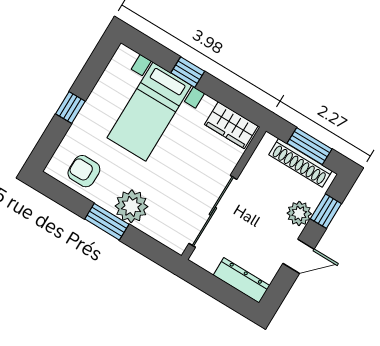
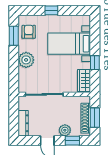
window: (188, 72) -> (95, 63), moved
window: (107, 222) -> (14, 36), moved

